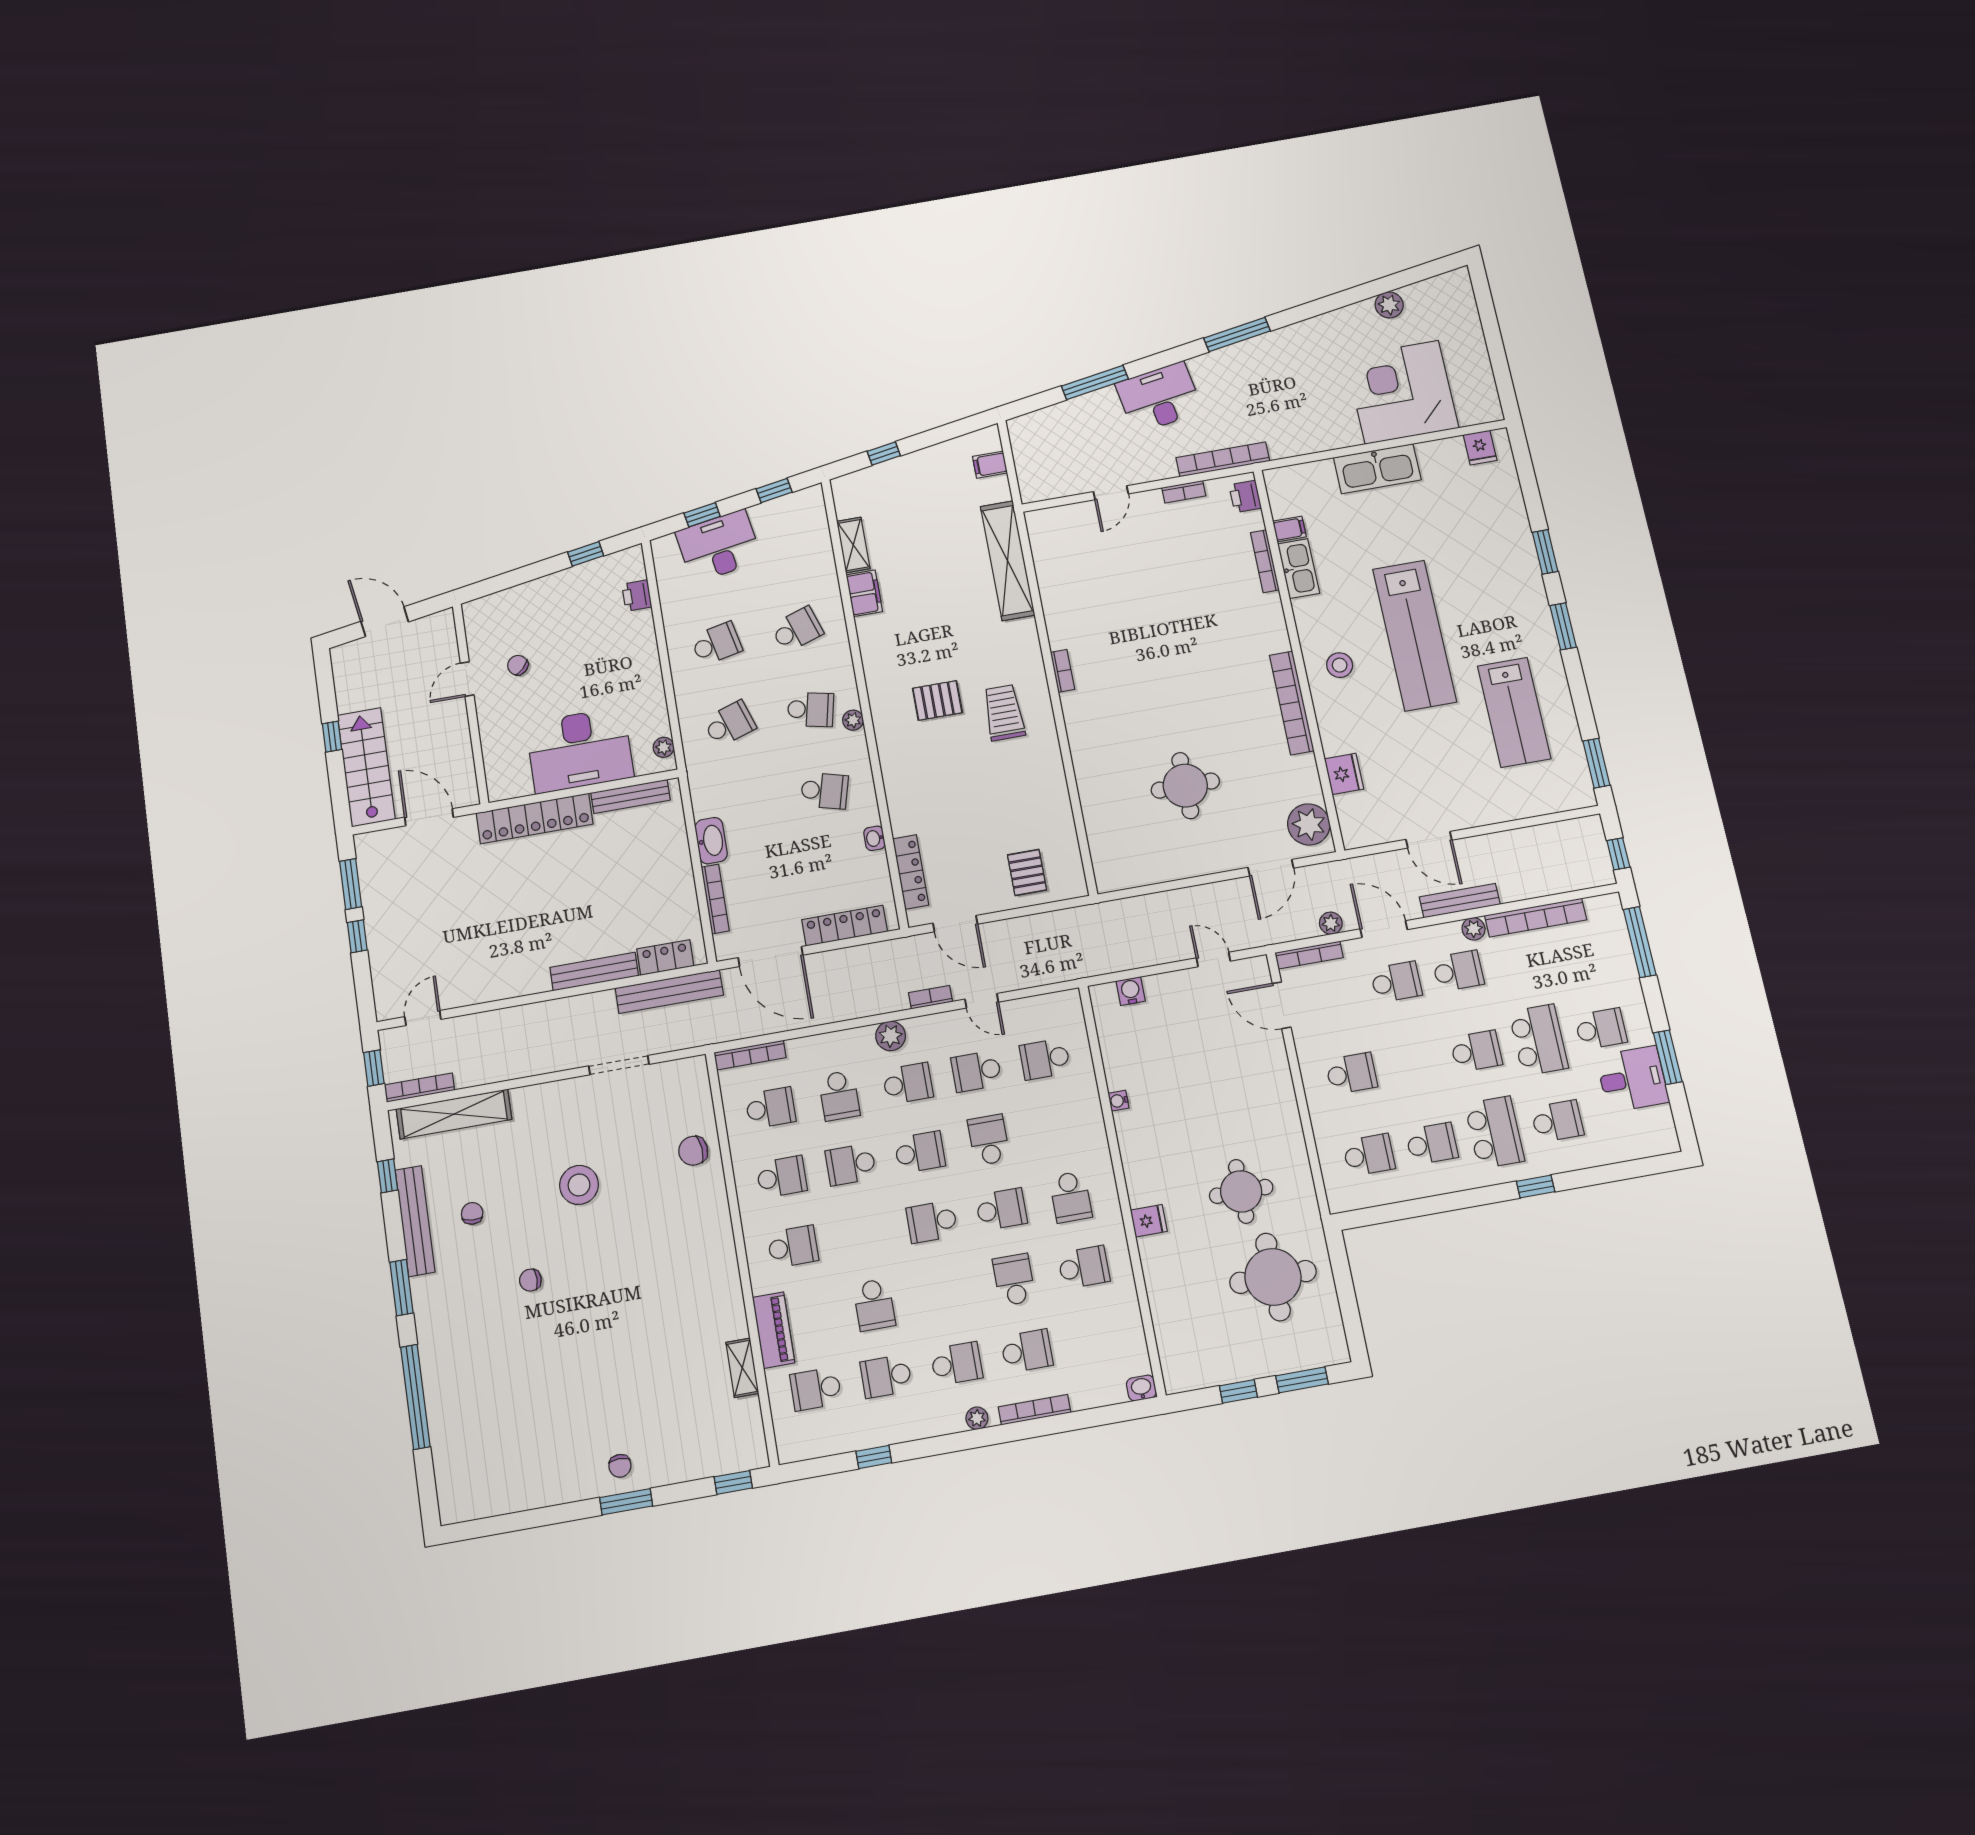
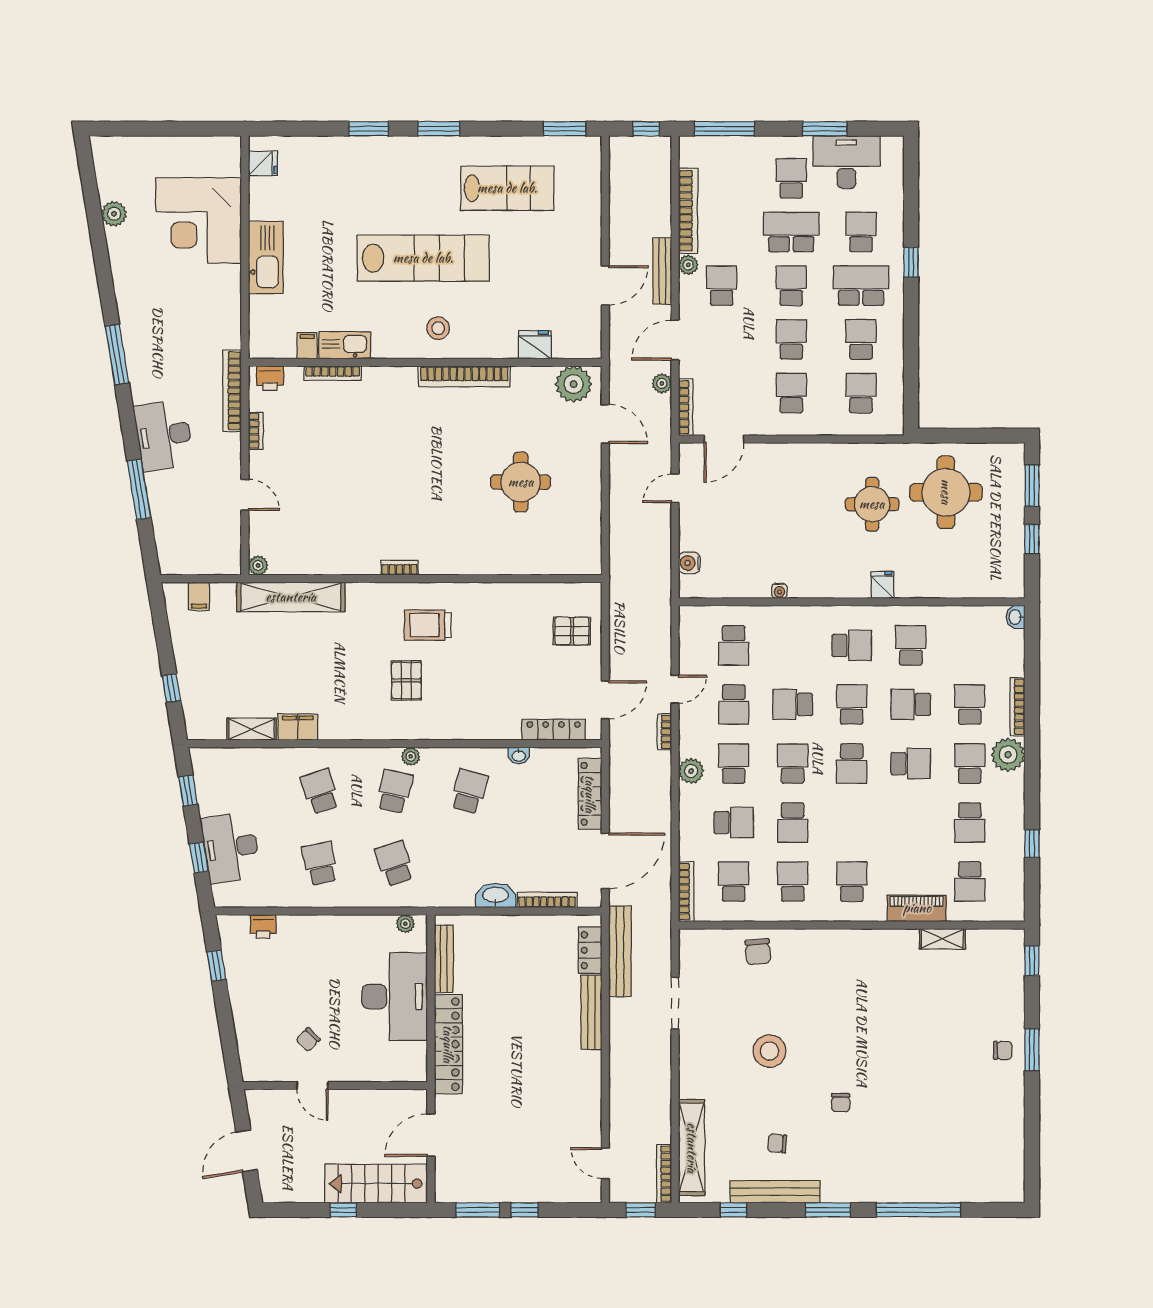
plant: (1036, 520) -> (258, 565), added
school desk: (1396, 982) -> (791, 339), moved
desk: (1632, 1079) -> (847, 162), width x1.37
school desk: (874, 1305) -> (911, 763), moved
plant: (977, 1418) -> (1008, 755), width x1.88, depth x1.88

